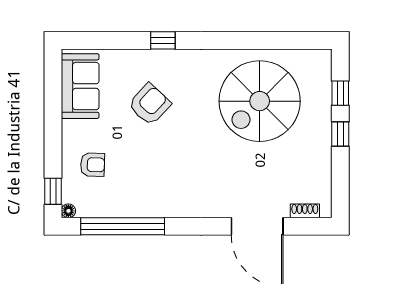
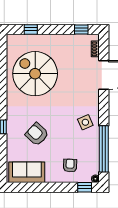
spiral stairs: (260, 101) -> (35, 74), turned 180
window: (340, 134) -> (81, 29), moved
side table: (171, 193) -> (85, 122), added

